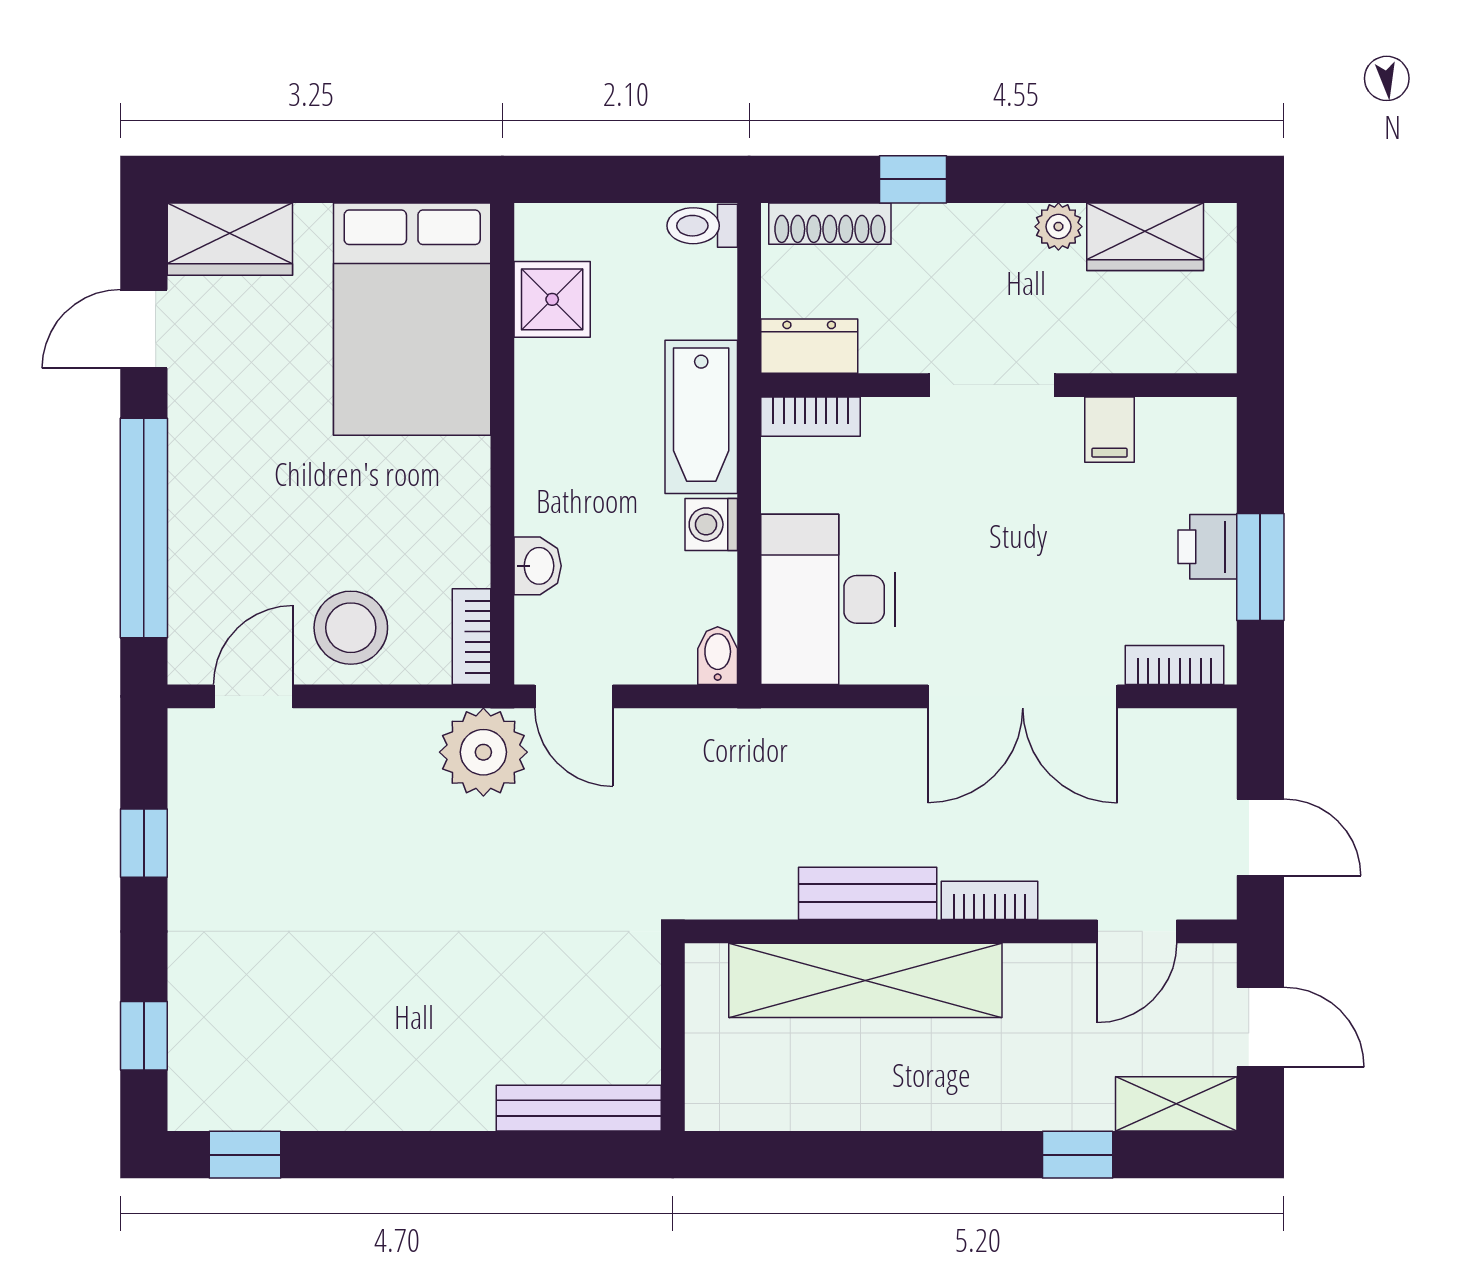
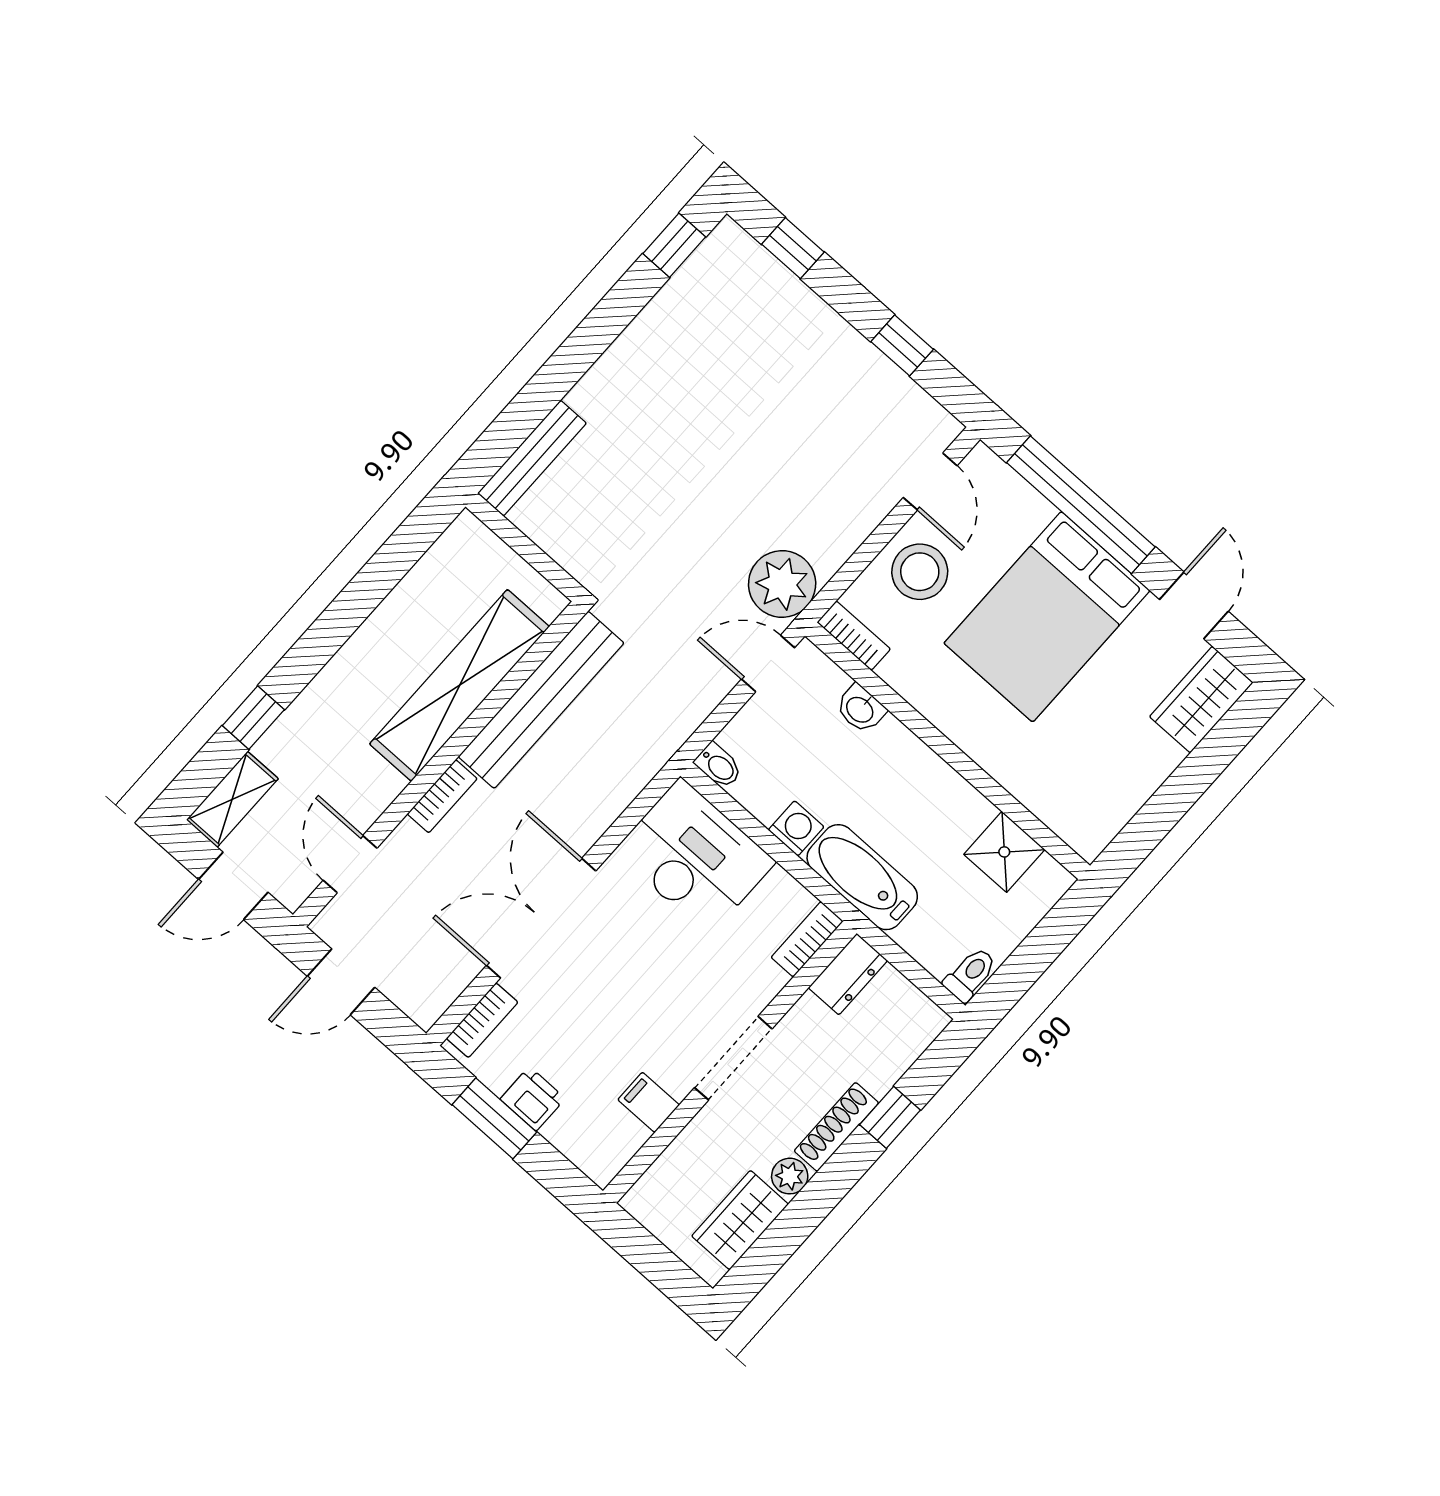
shoe rack: (830, 224) -> (836, 1127), moved
bed: (412, 319) -> (1047, 617), moved, turned -90
bench: (868, 893) -> (541, 700), width x1.86, depth x1.21

